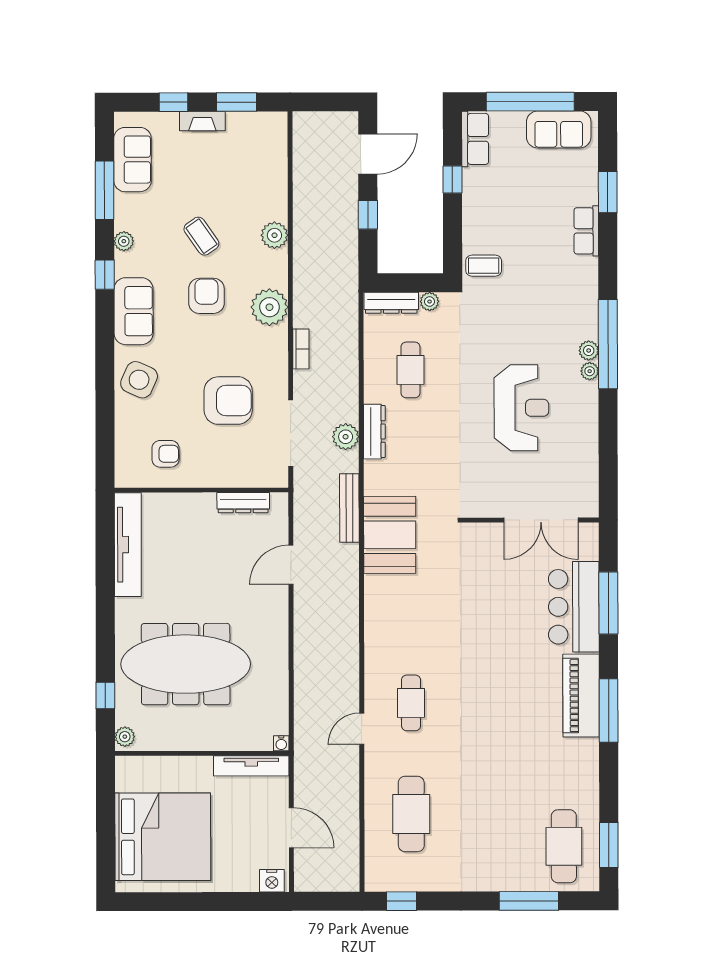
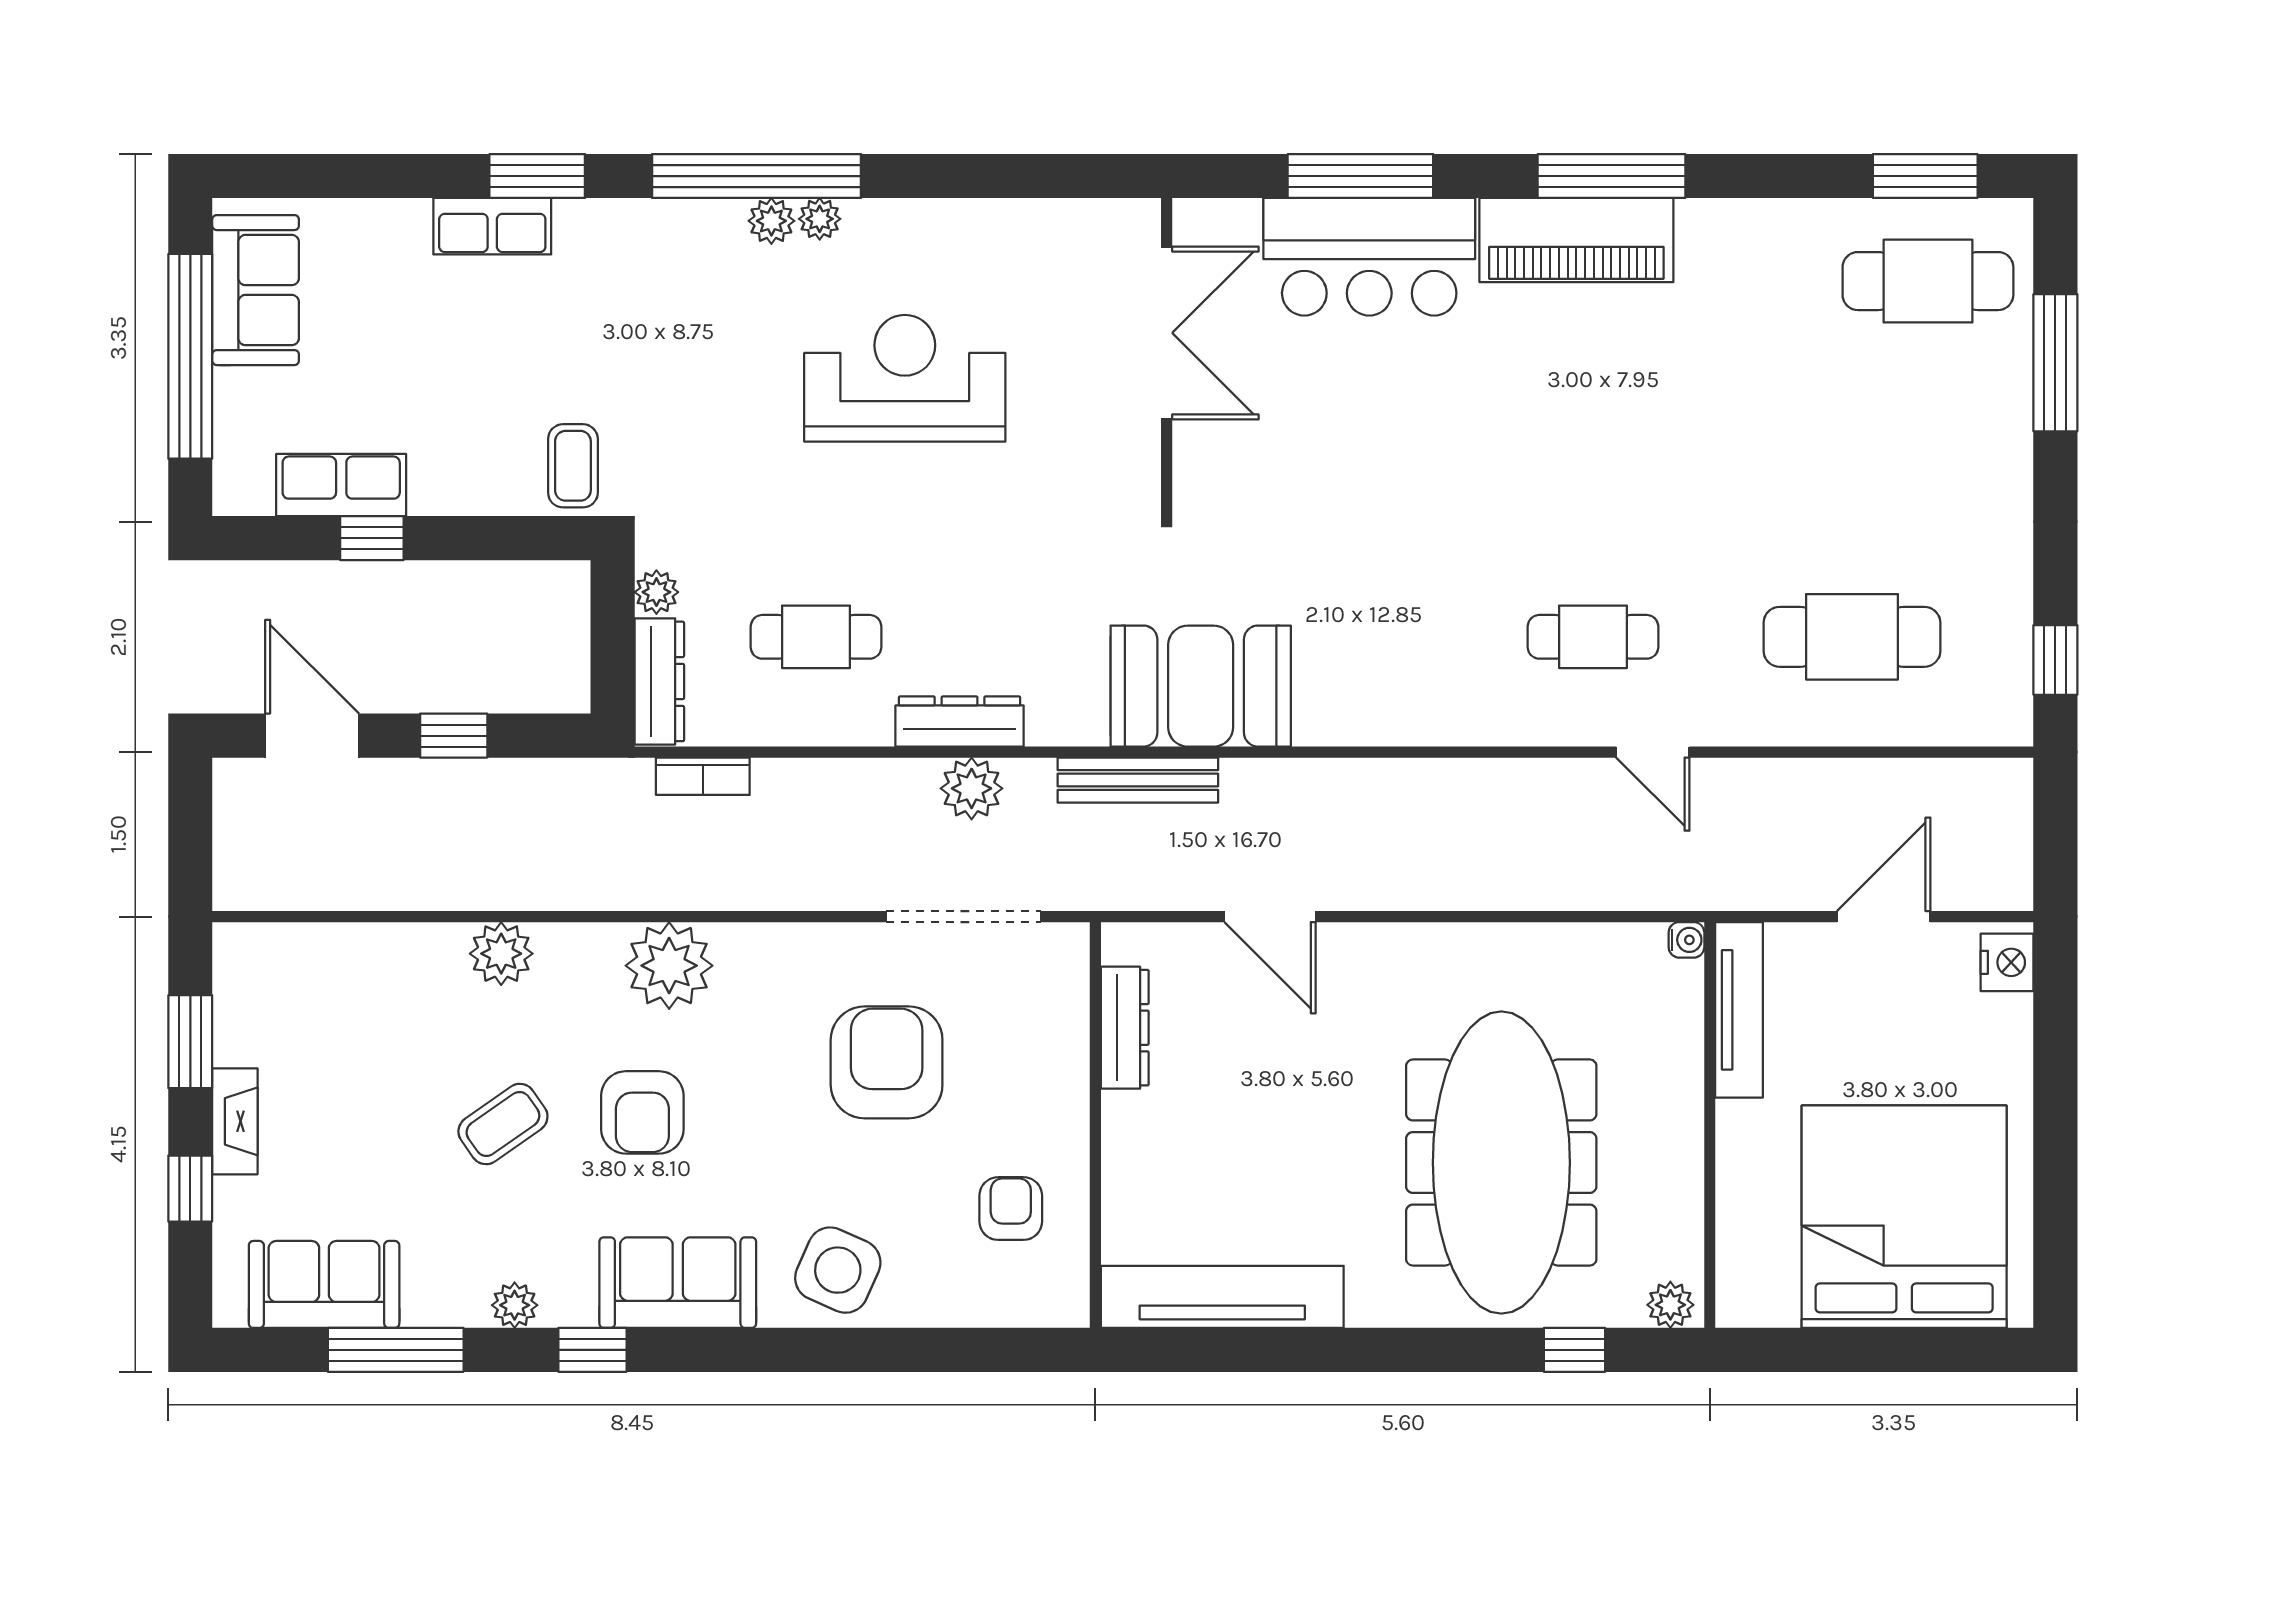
row of seats: (475, 139) -> (341, 485), moved
window: (608, 192) -> (537, 176), moved
armchair: (206, 296) -> (642, 1112), turned -90
bookcase: (301, 349) -> (703, 776), moved, turned 180

